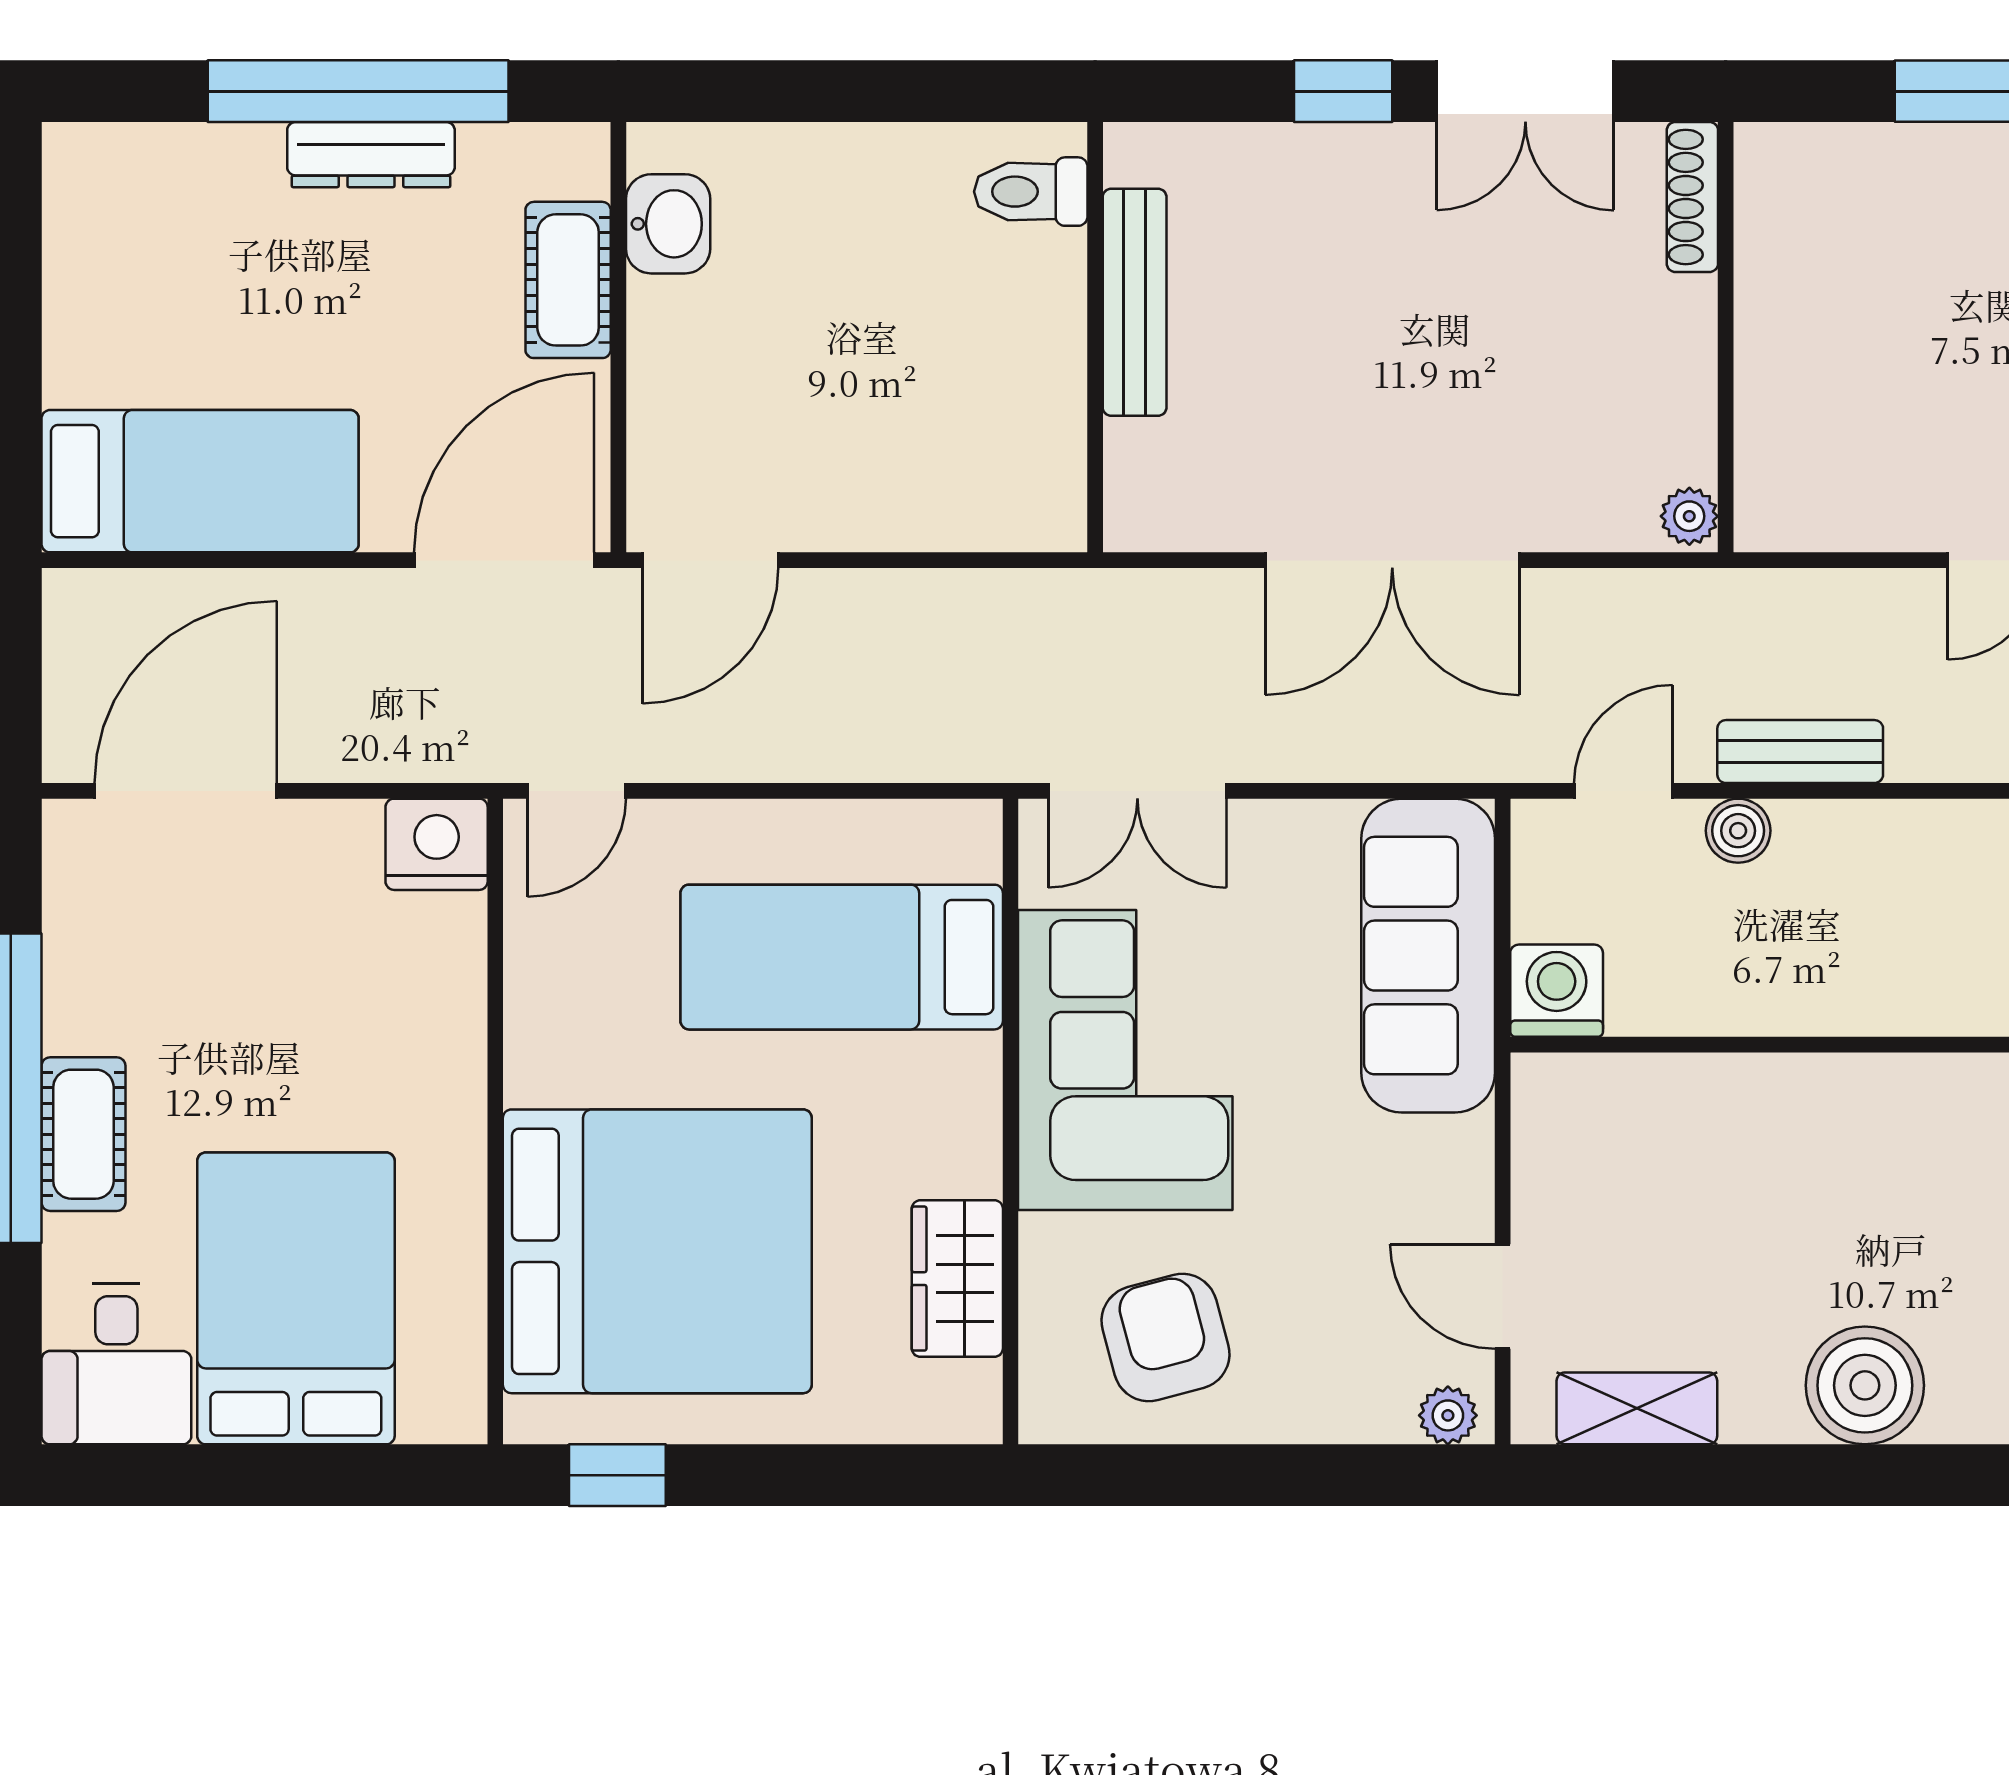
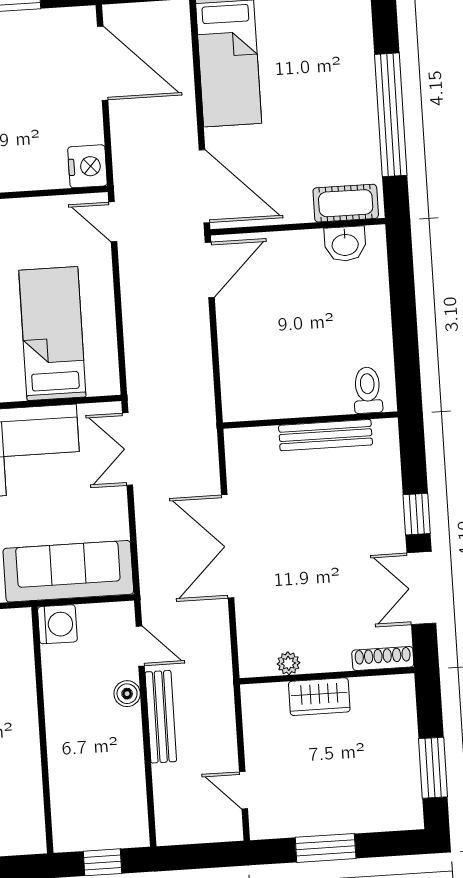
dresser: (371, 155) -> (365, 122), removed
cot: (568, 280) -> (346, 203), moved
wardrobe: (1776, 359) -> (319, 697), added
plant: (1689, 516) -> (288, 663), moved
door: (710, 560) -> (210, 270), swing flipped
bench: (1800, 752) -> (161, 717), width x1.36

